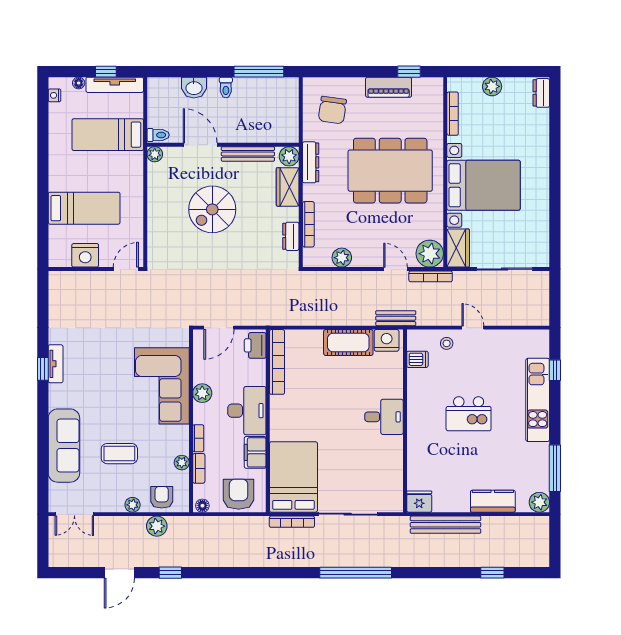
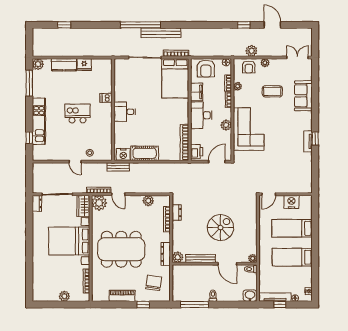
window: (409, 72) -> (143, 305), moved
washbasin: (194, 88) -> (250, 296), moved
dresser: (541, 93) -> (37, 203), moved
bed: (108, 135) -> (292, 257), moved, turned 180
wardrobe: (288, 187) -> (178, 240), removed
dishwasher: (417, 359) -> (106, 98), moved
sofa: (64, 446) -> (303, 96), width x0.73
fridge: (419, 502) -> (84, 65), moved
bench: (445, 525) -> (161, 33), moved
door: (119, 573) -> (272, 25), hinge flipped

